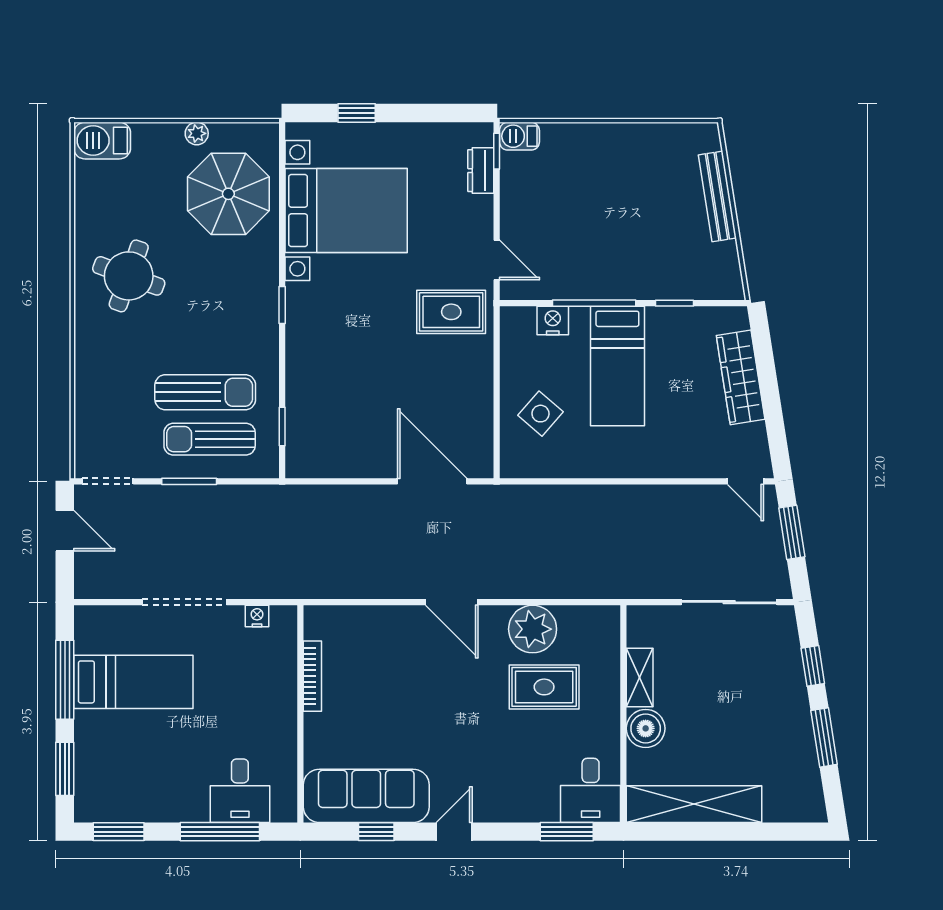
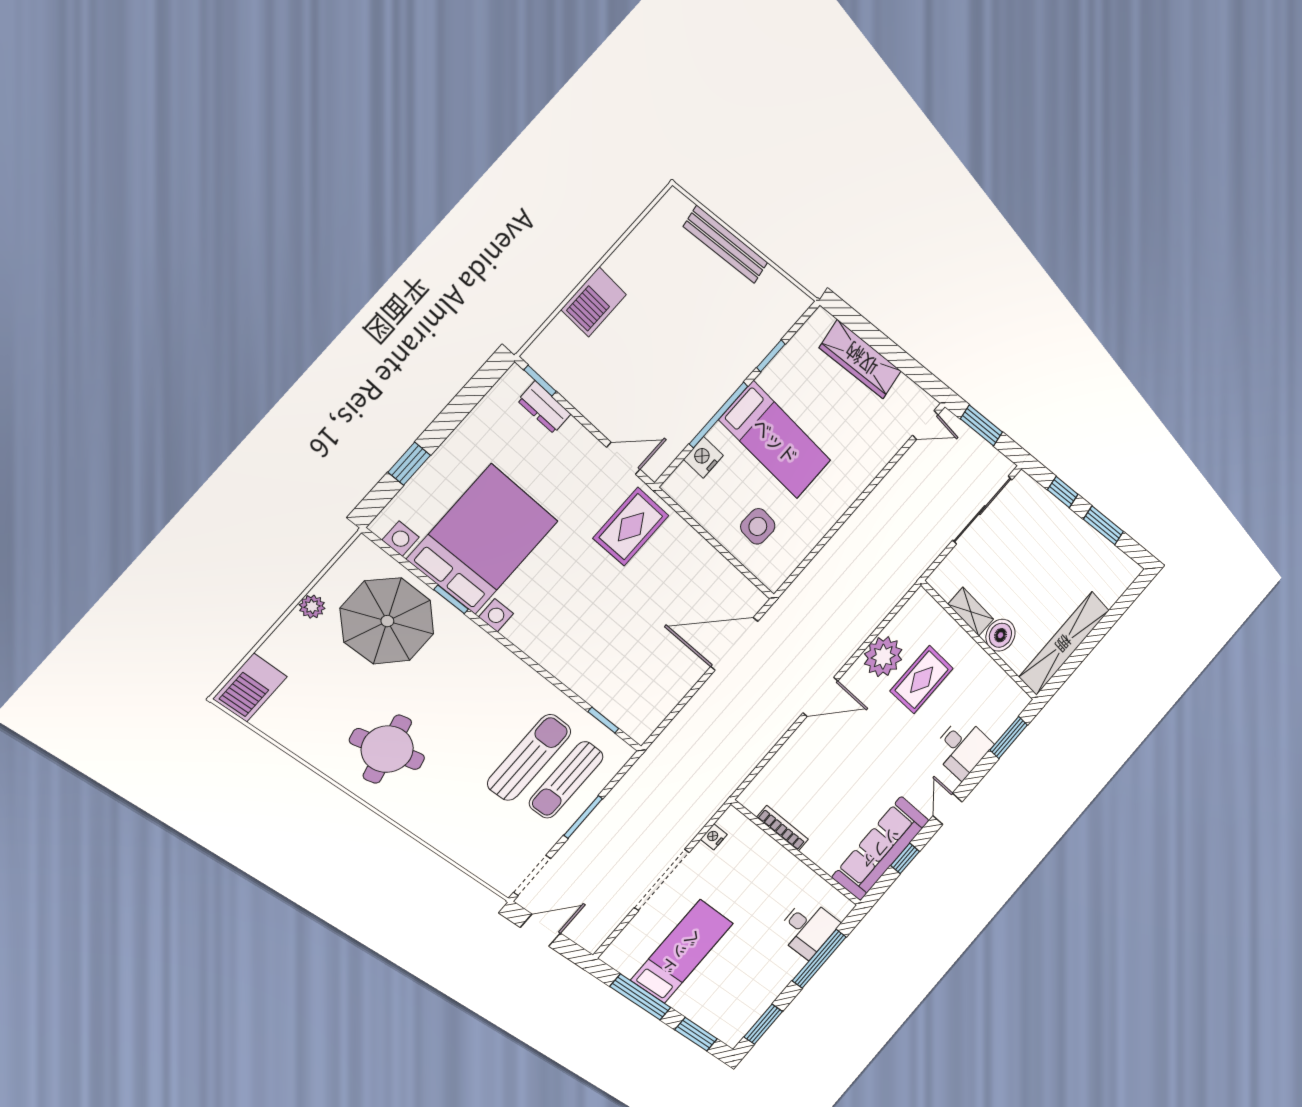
barbecue: (519, 136) -> (594, 302), moved, width x1.38, depth x1.27
round table: (129, 276) -> (387, 749), turned -33
window: (282, 305) -> (451, 599), moved
side table: (540, 414) -> (758, 526), turned -38
desk: (591, 790) -> (962, 748), moved

